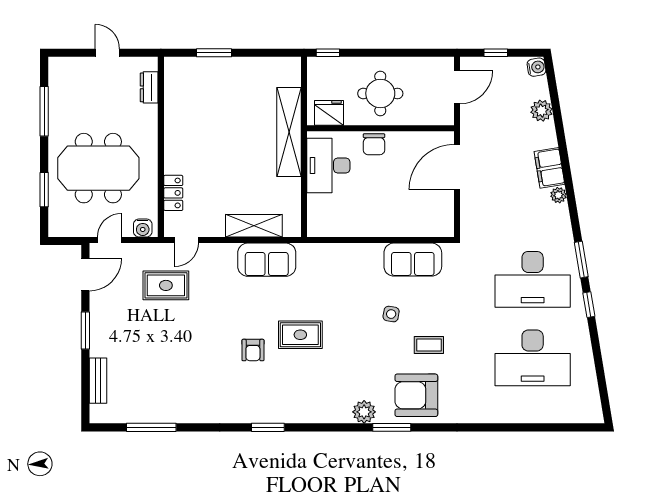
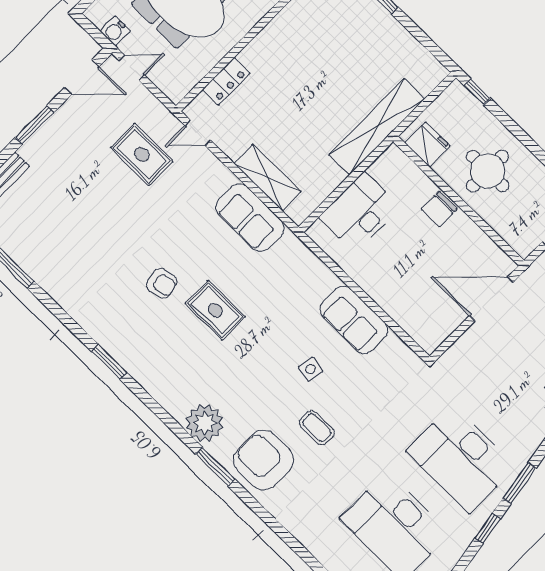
desk: (328, 165) -> (360, 212), moved
water cooler: (143, 228) -> (115, 31), moved
sofa: (413, 260) -> (354, 320), moved
armchair: (253, 350) -> (162, 283), turned -102
plant: (364, 412) -> (205, 423), width x1.36, depth x1.36

